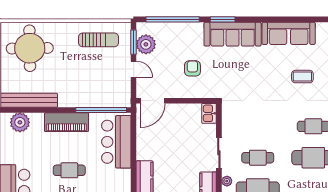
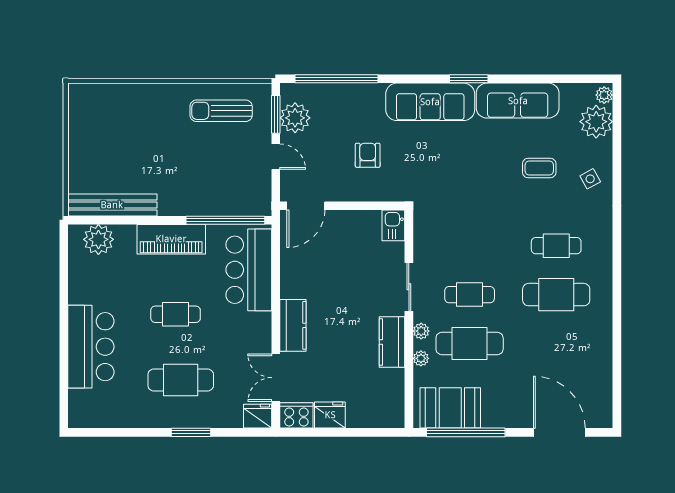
window: (223, 19) -> (469, 79), moved
sun lounger: (98, 40) -> (221, 111), turned 180
round table: (30, 48) -> (114, 124), removed

